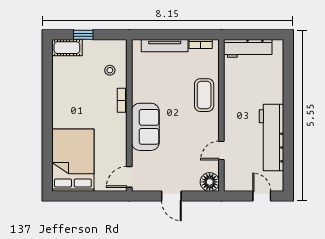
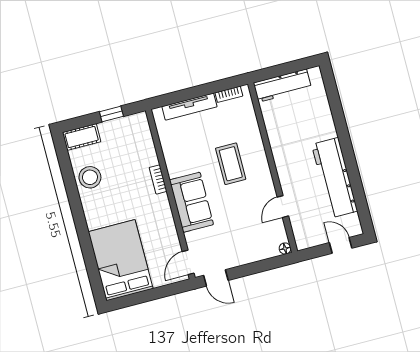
window: (83, 35) -> (111, 114), moved
stool: (110, 70) -> (90, 177), moved, width x1.89, depth x1.89
coffee table: (204, 95) -> (231, 164), moved
floor lamp: (210, 182) -> (285, 248), width x0.53, depth x0.53
door: (171, 196) -> (216, 278), moved

